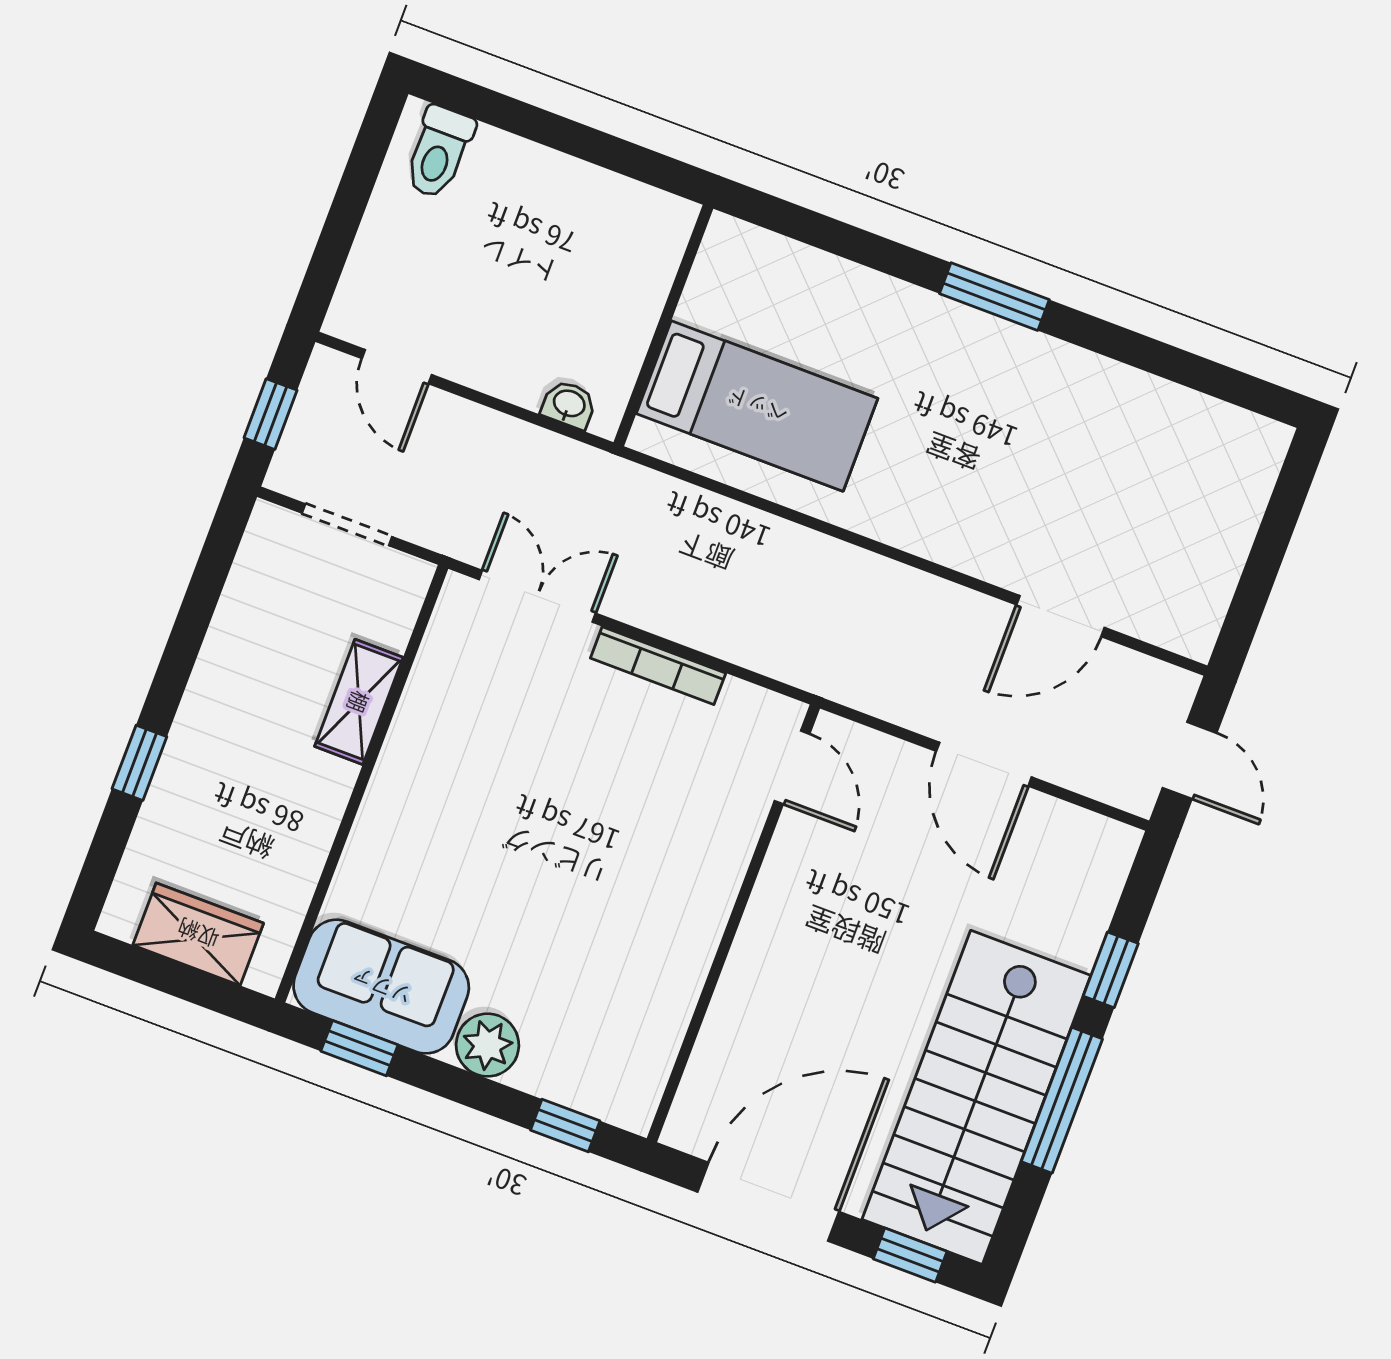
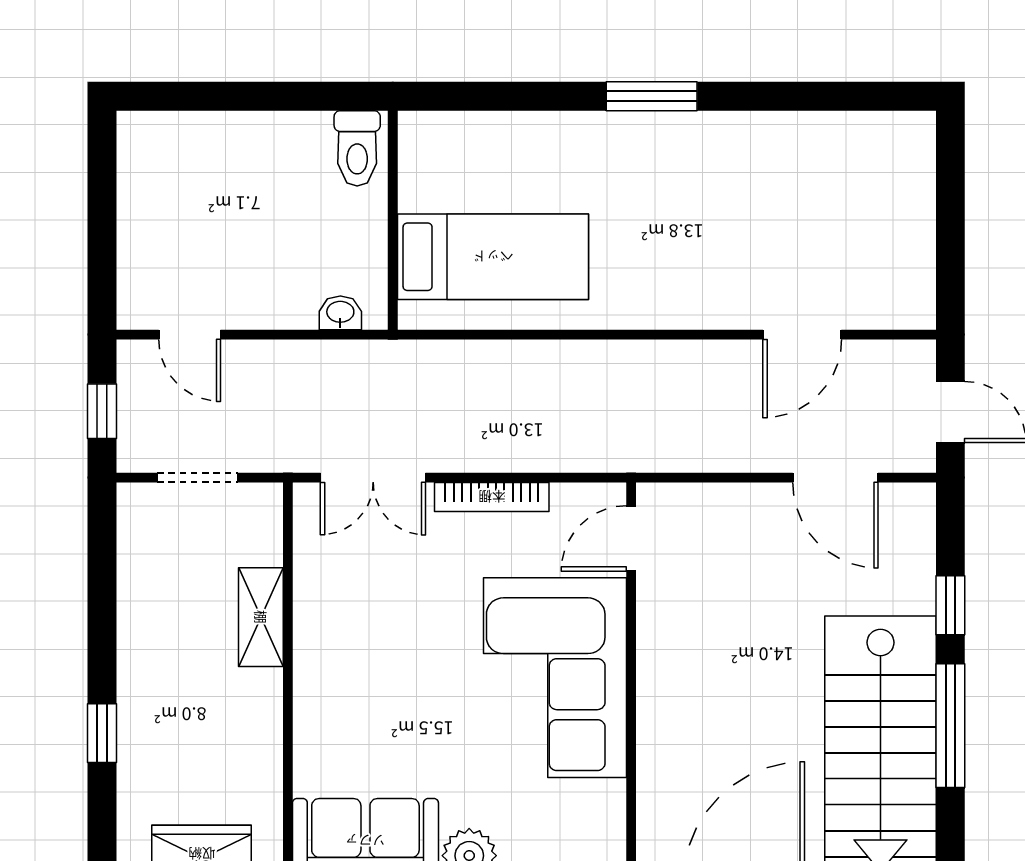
toilet: (439, 152) -> (357, 148), moved
double door: (537, 596) -> (373, 478), swing flipped
door: (984, 764) -> (835, 478), moved
door: (792, 767) -> (631, 539), swing flipped
corner sofa: (653, 887) -> (555, 678), added

